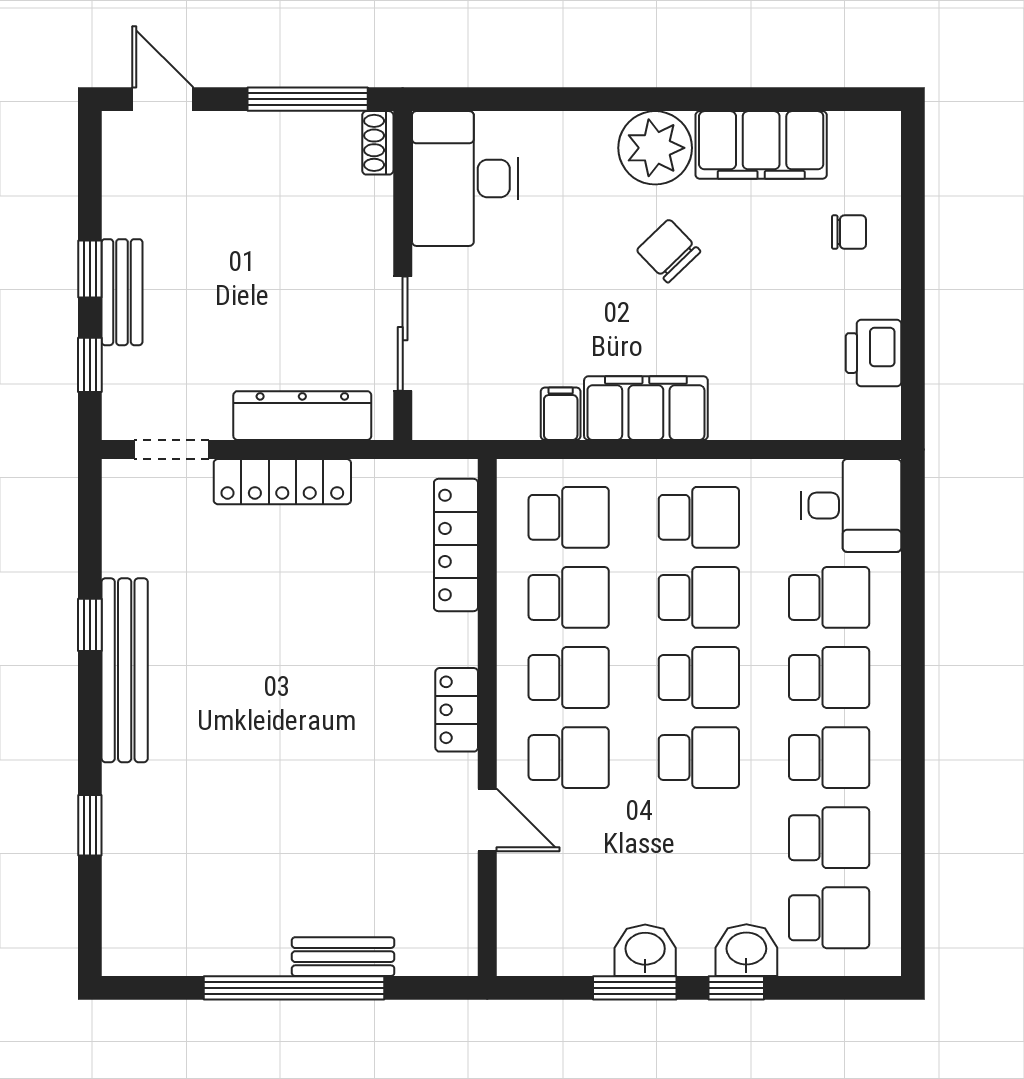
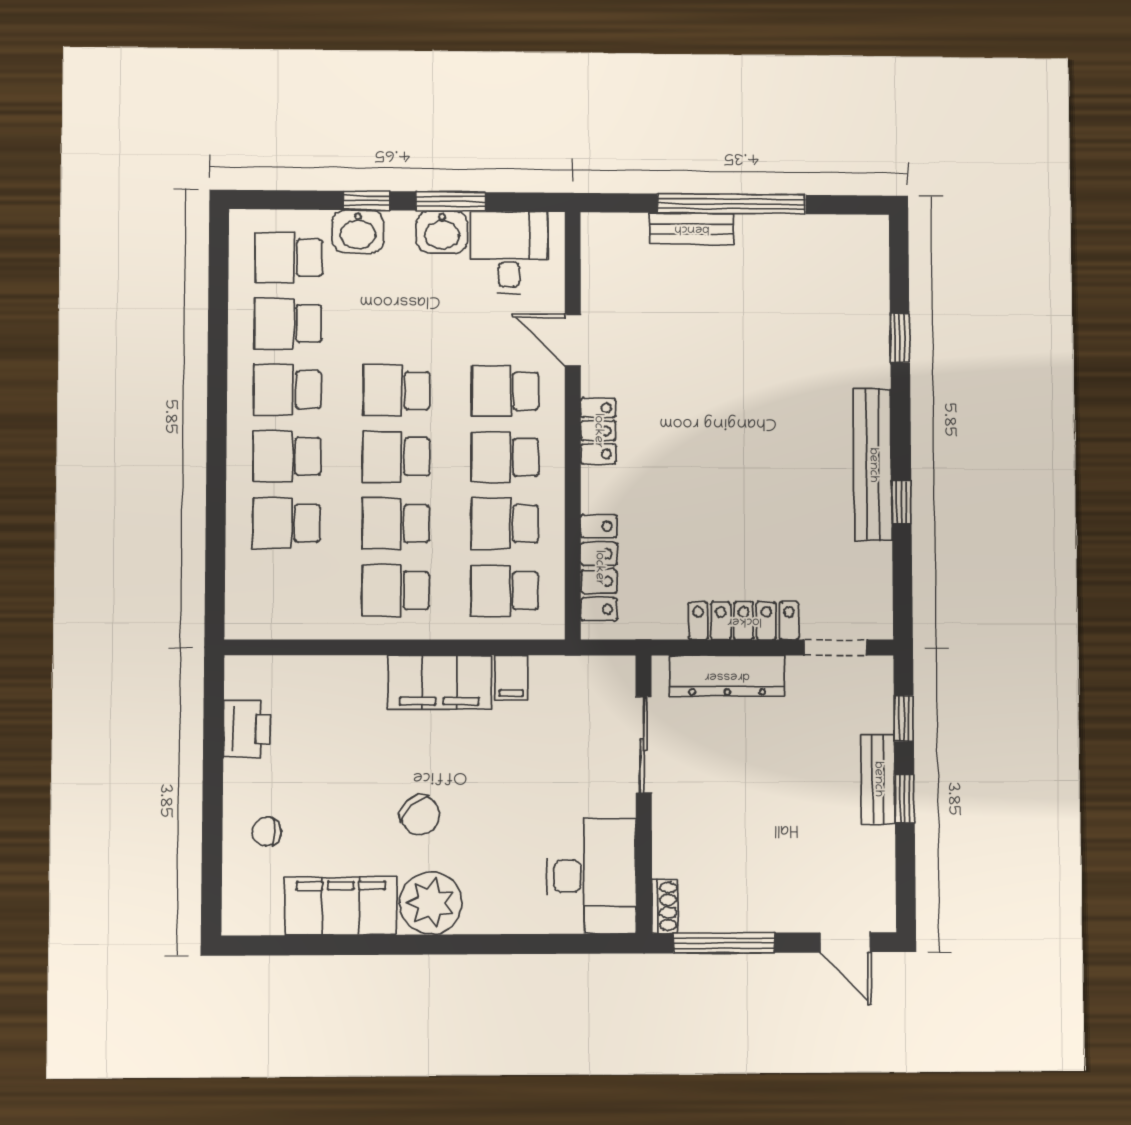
desk: (851, 505) -> (509, 253), moved, turned 90

